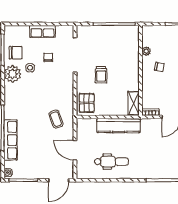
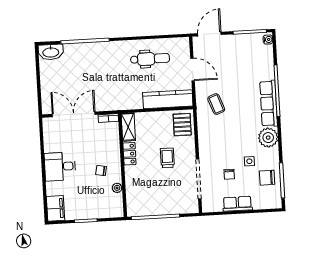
plant: (13, 74) -> (268, 138), moved
locker: (134, 80) -> (129, 154), added
kitchen counter: (119, 126) -> (168, 99), moved
row of seats: (11, 140) -> (269, 103), moved
dental chair: (111, 162) -> (150, 59), turned 180

